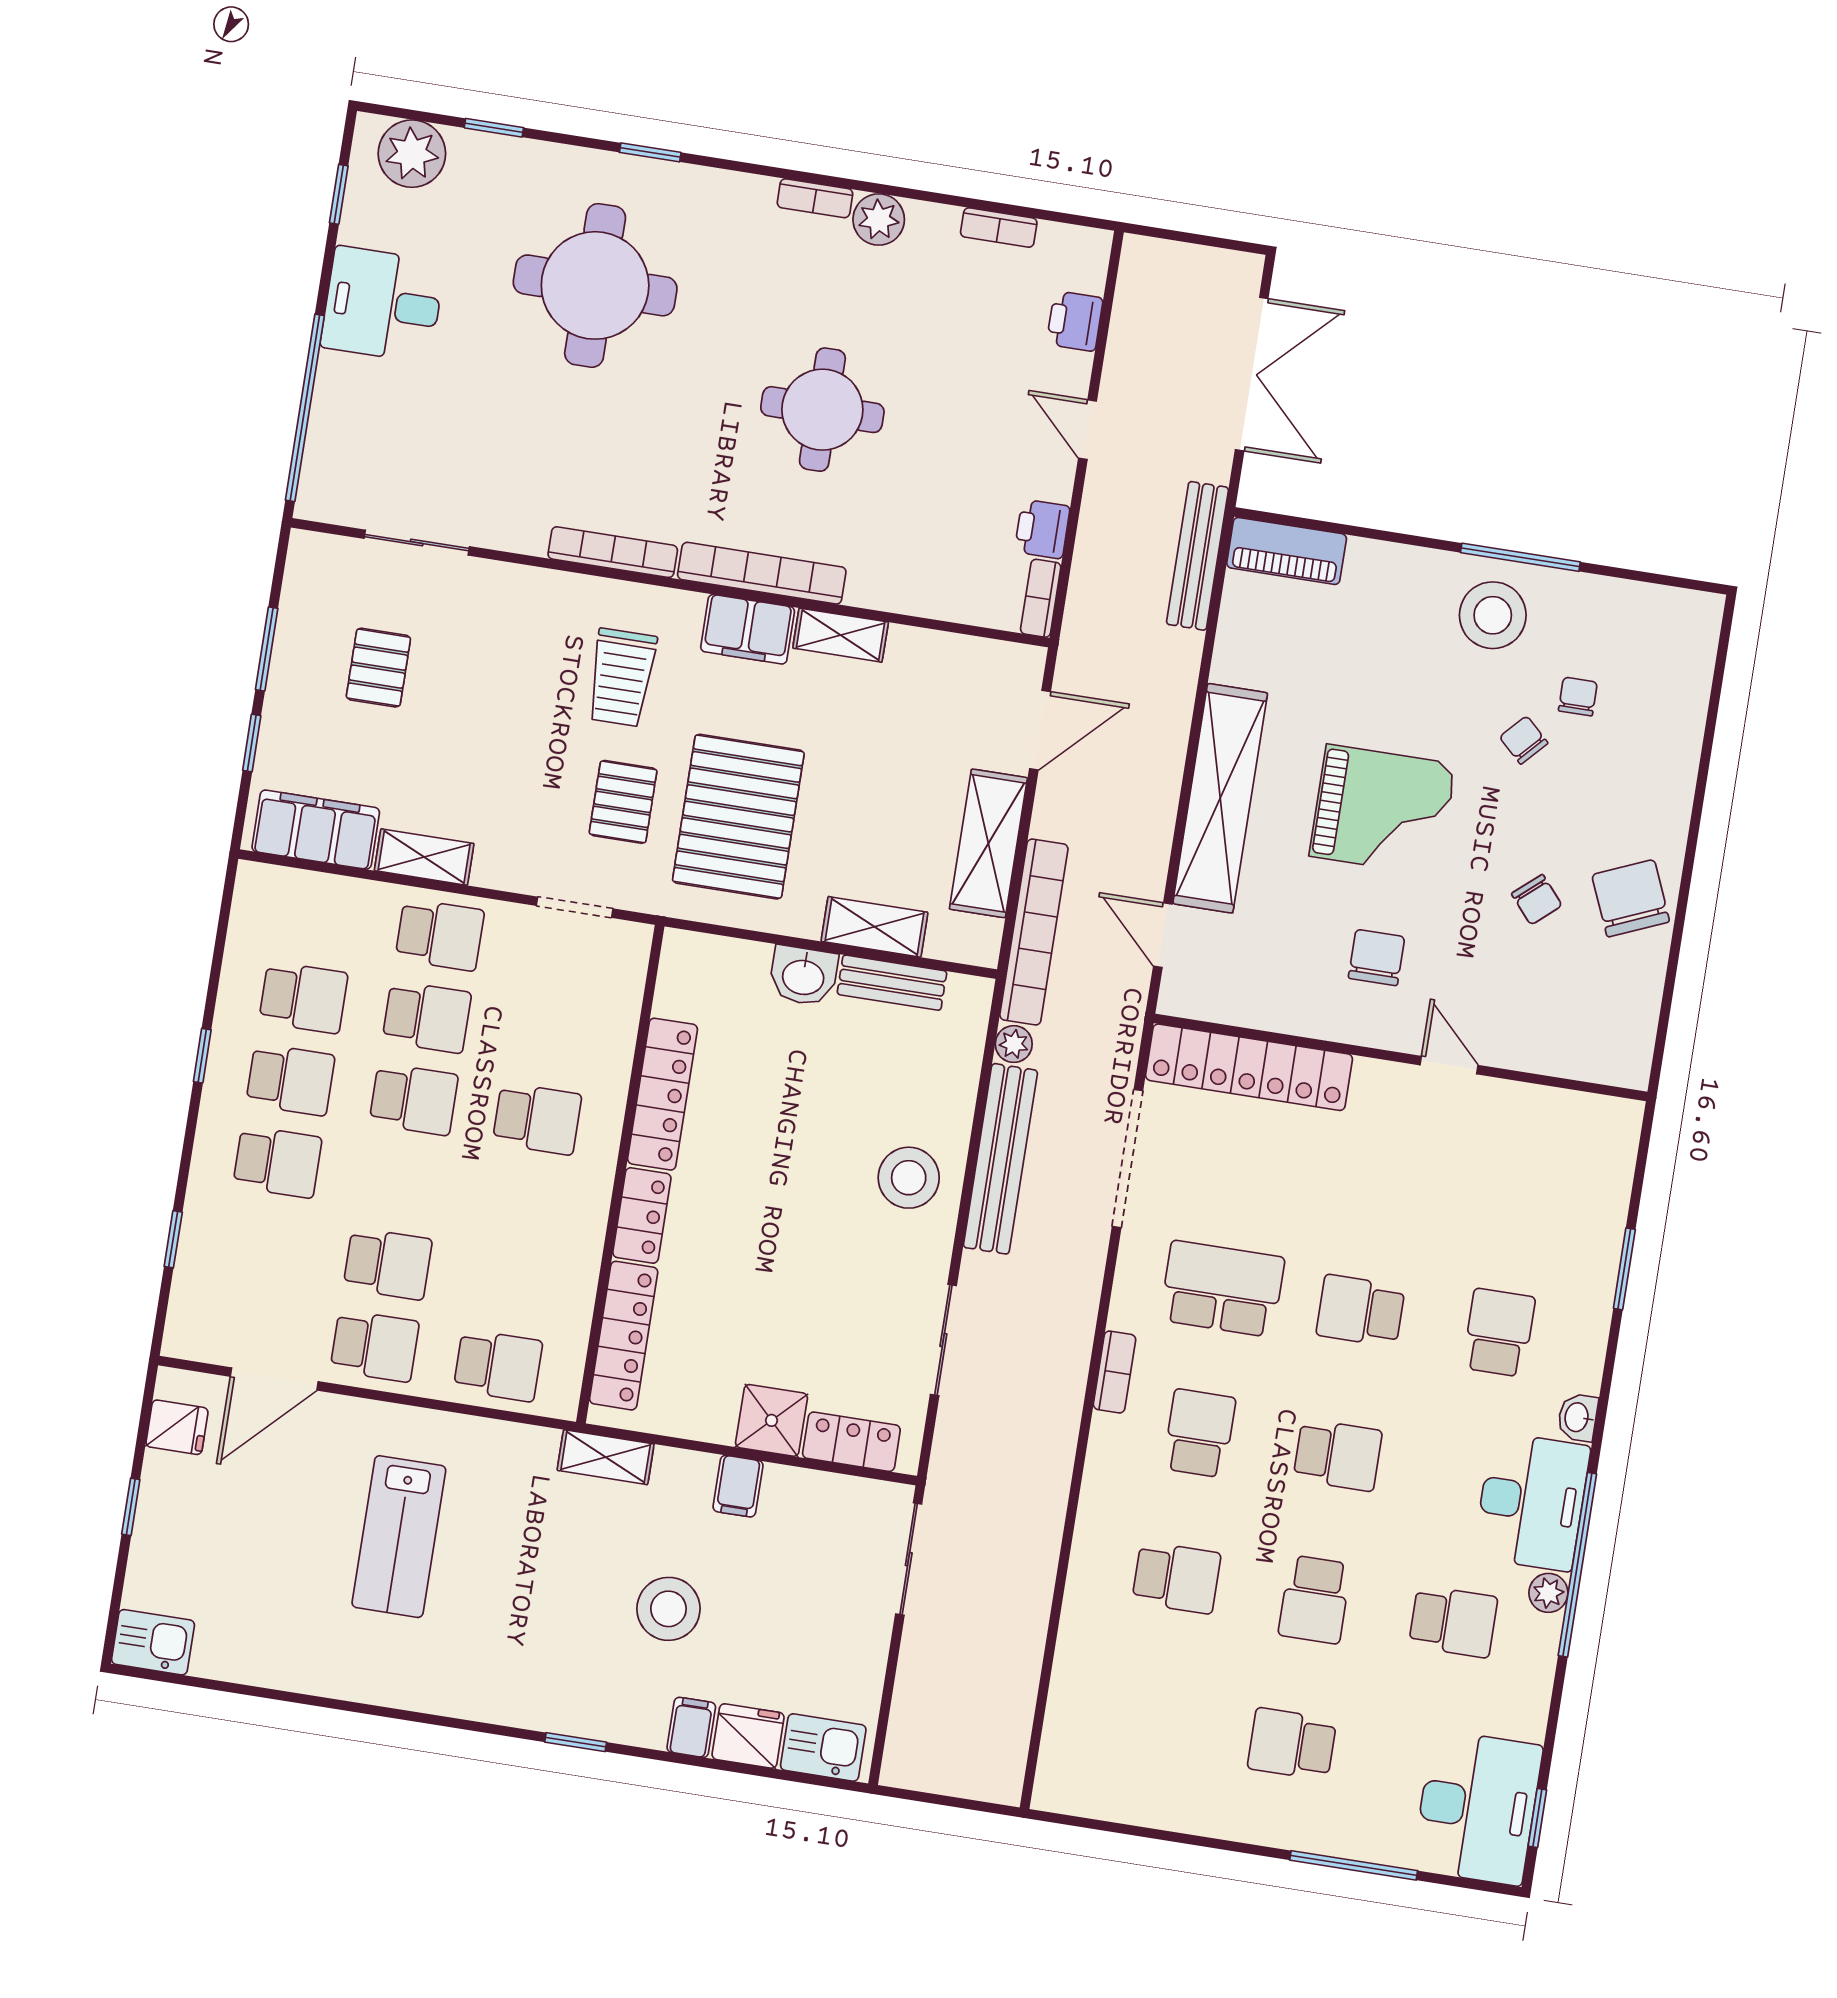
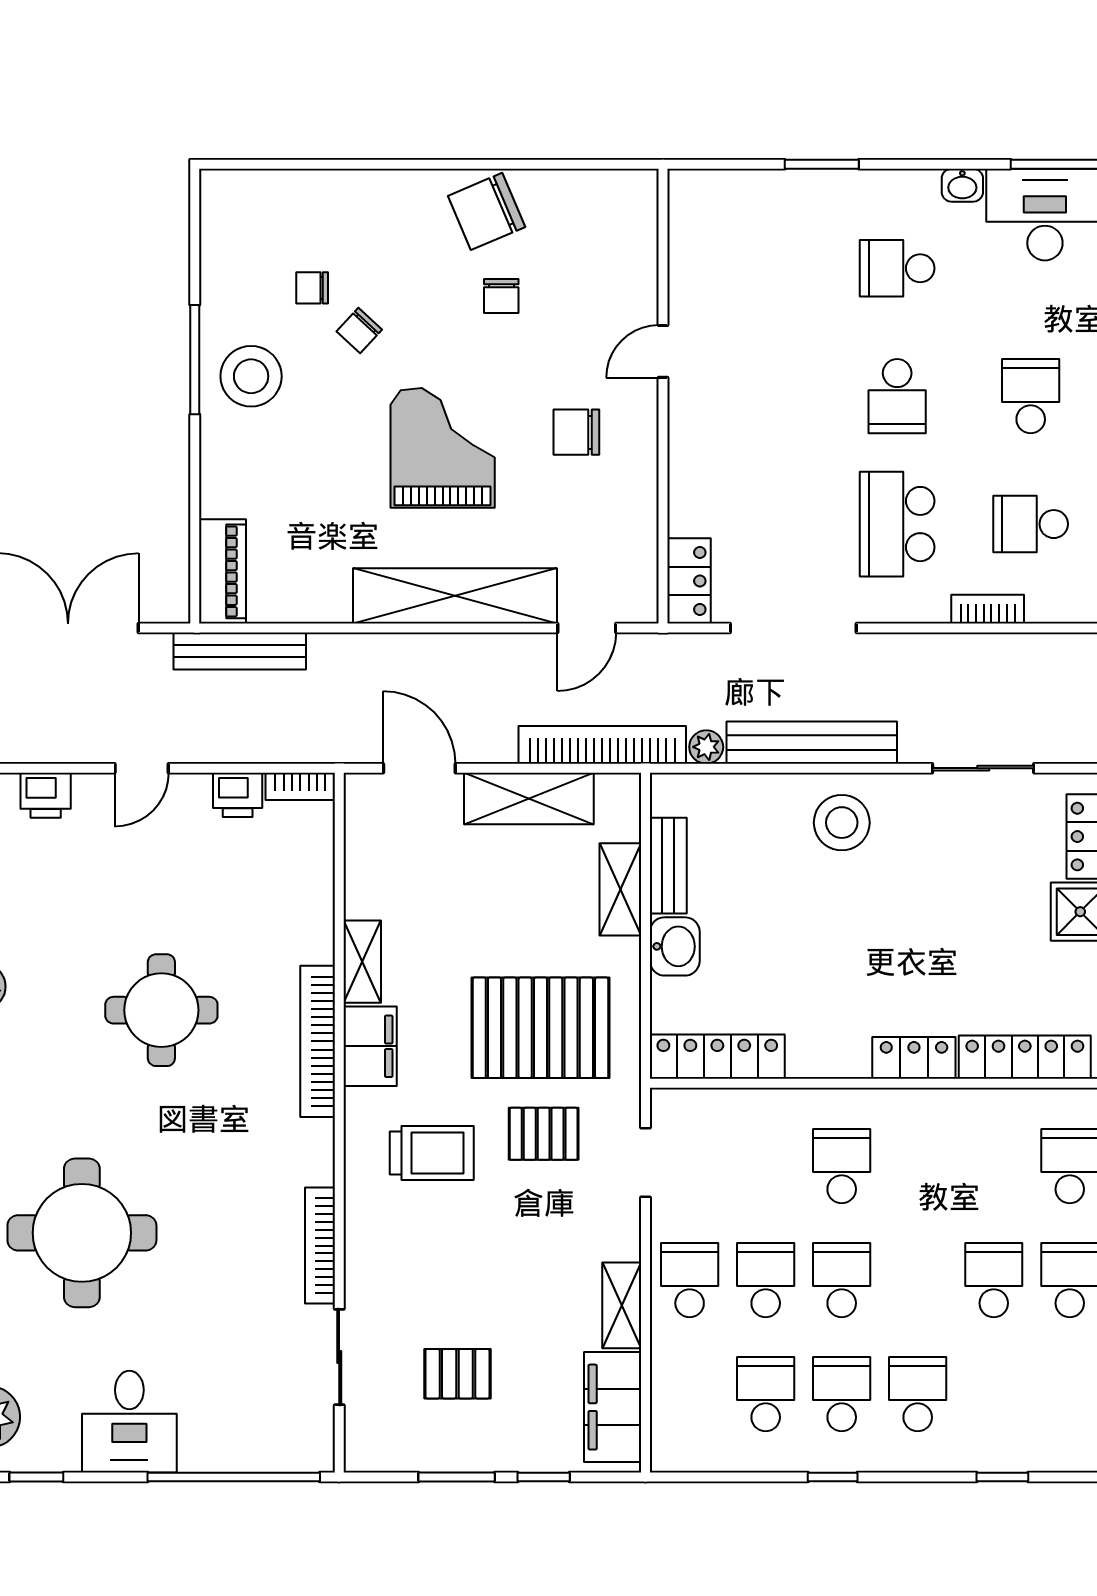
bookcase: (613, 552) -> (320, 1246), moved
chair: (1537, 900) -> (501, 296), turned 131
locker: (1249, 1067) -> (689, 581), width x0.46, depth x0.83
locker: (663, 1094) -> (717, 1057), moved

